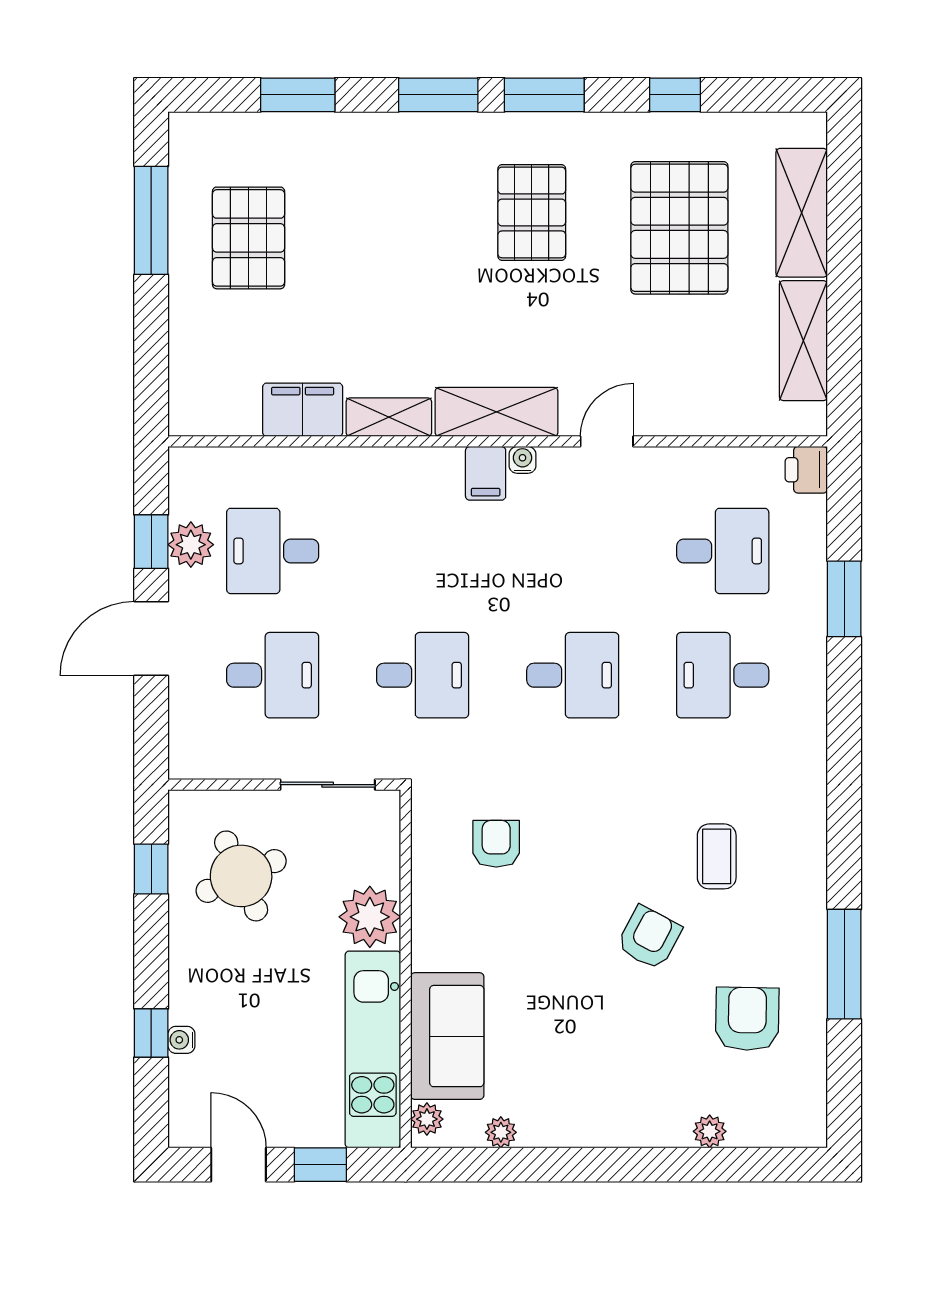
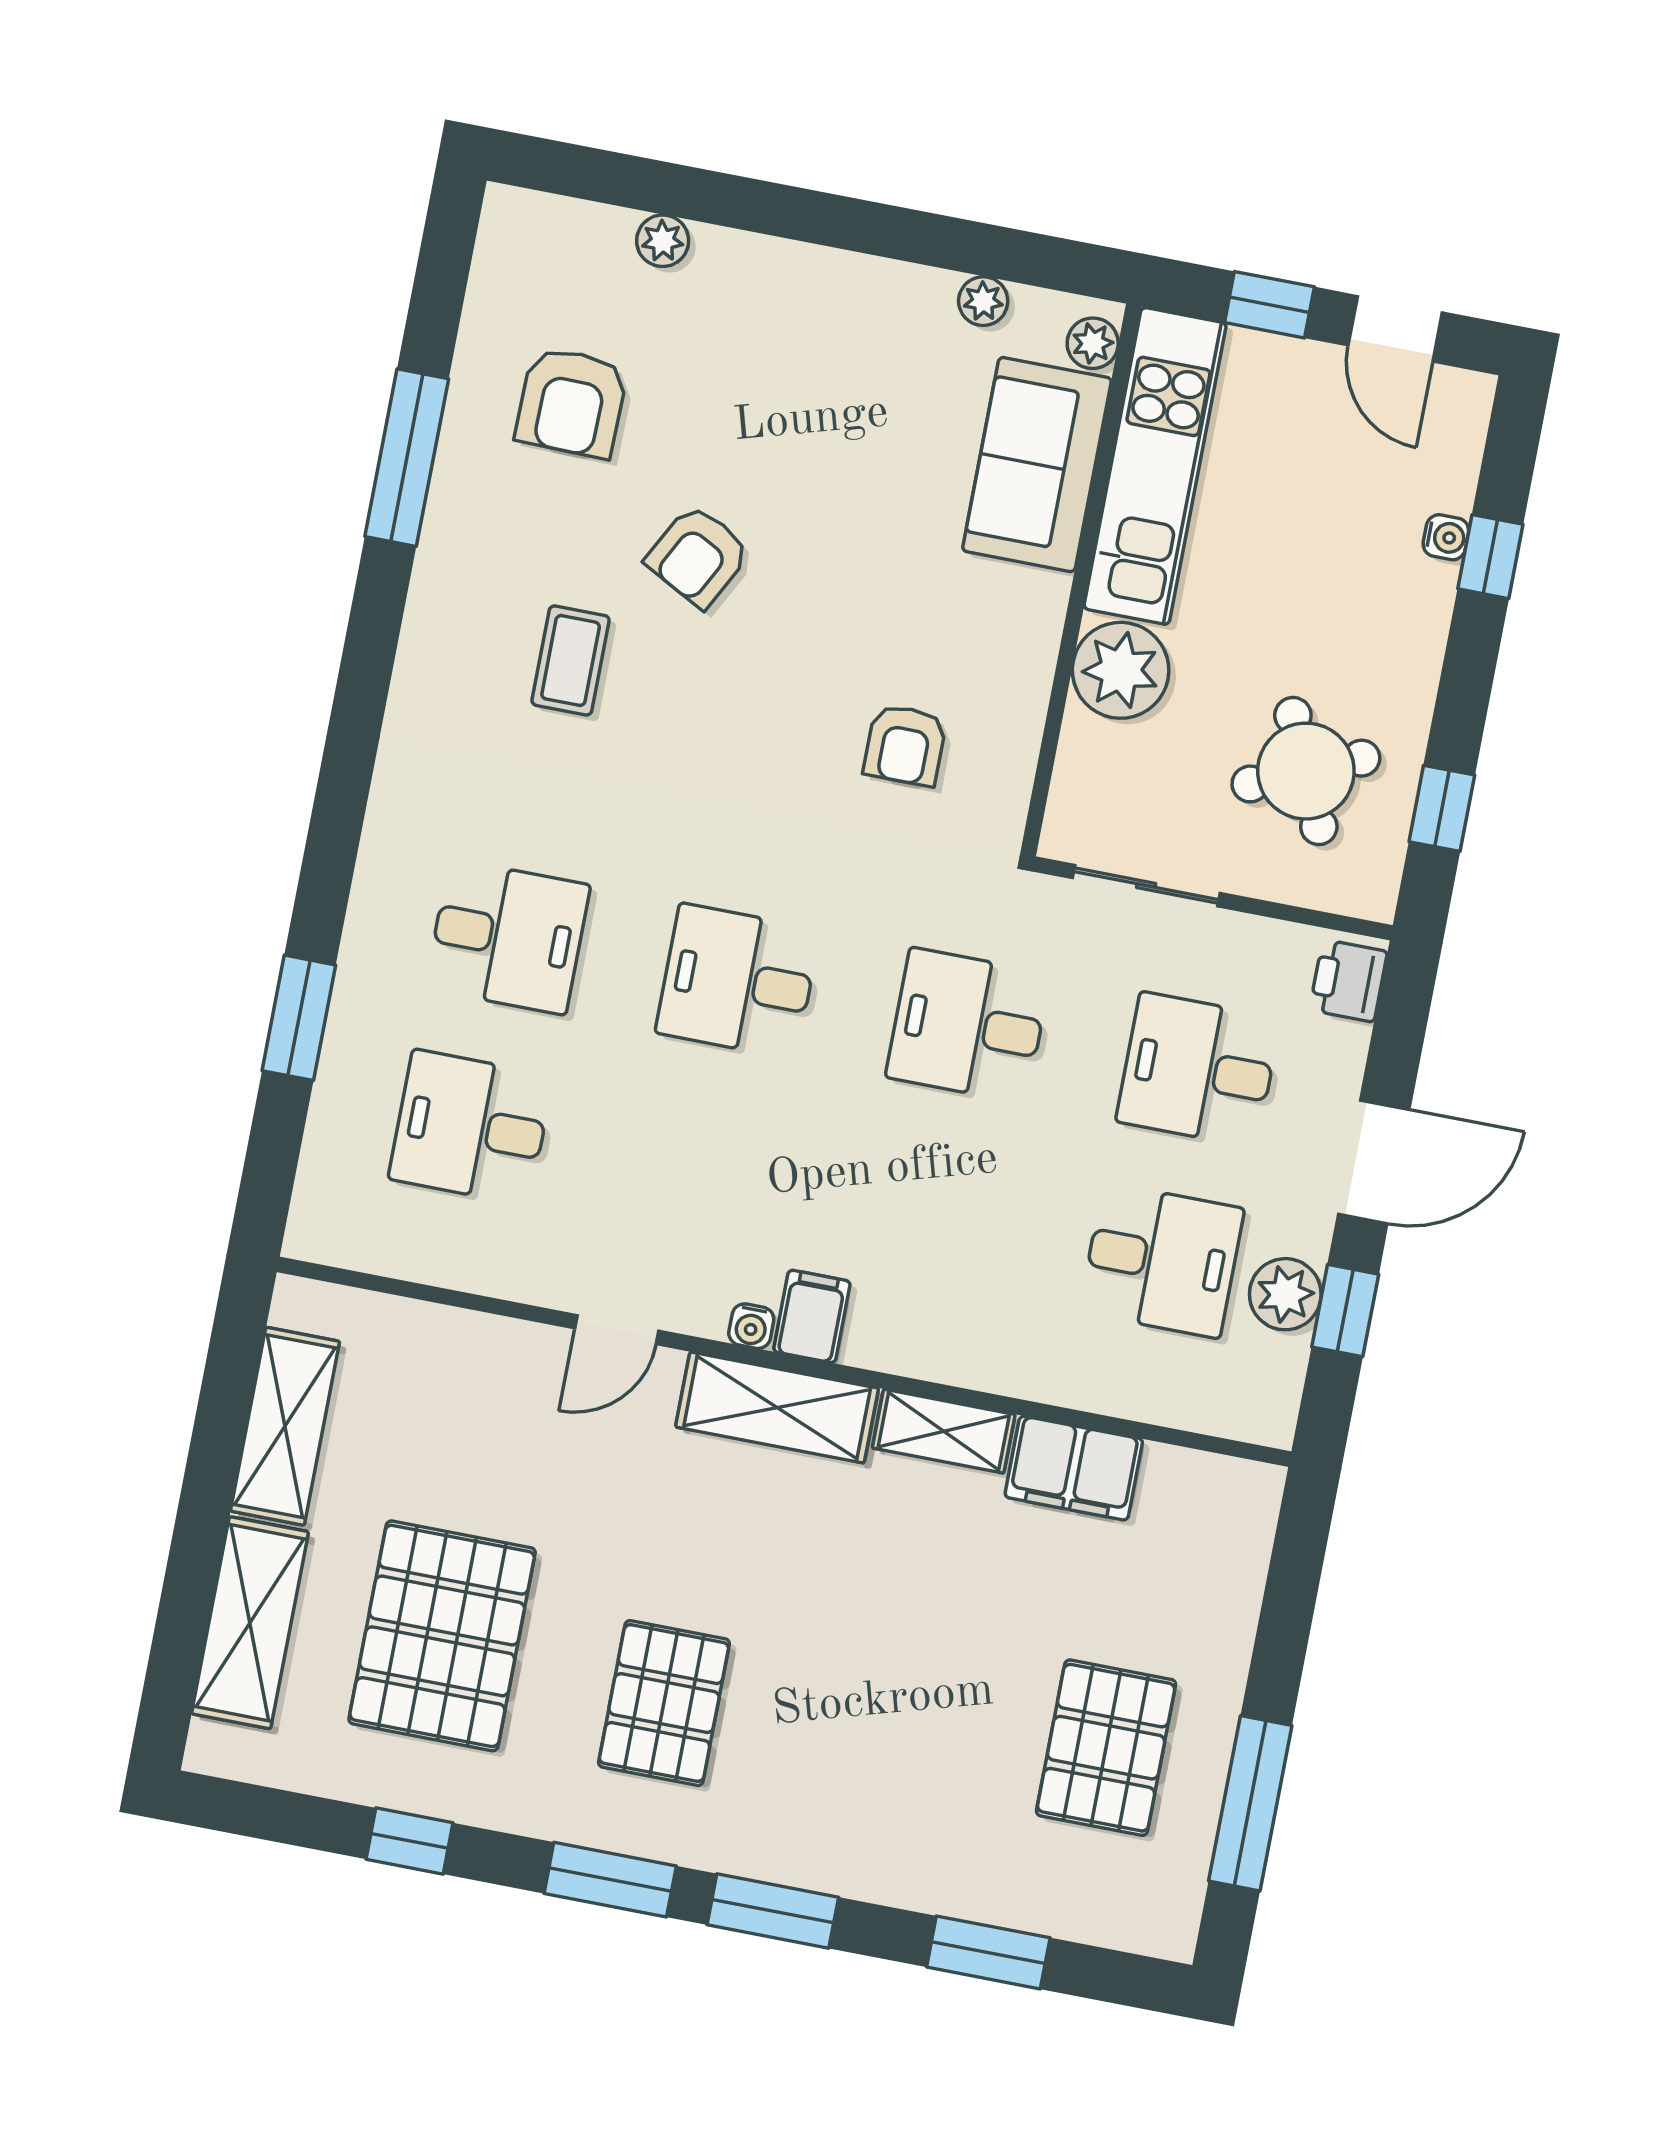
printer: (806, 470) -> (1348, 981), moved, turned 180

